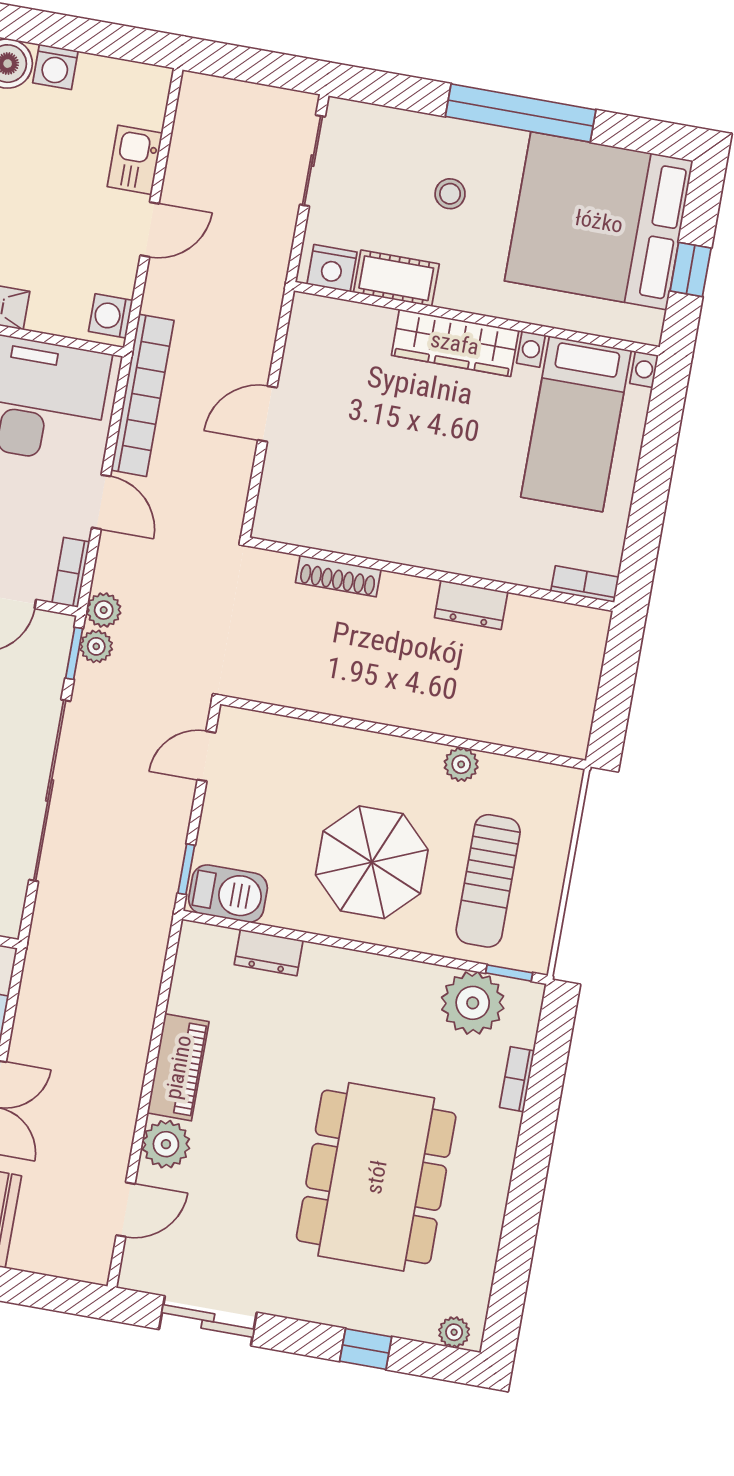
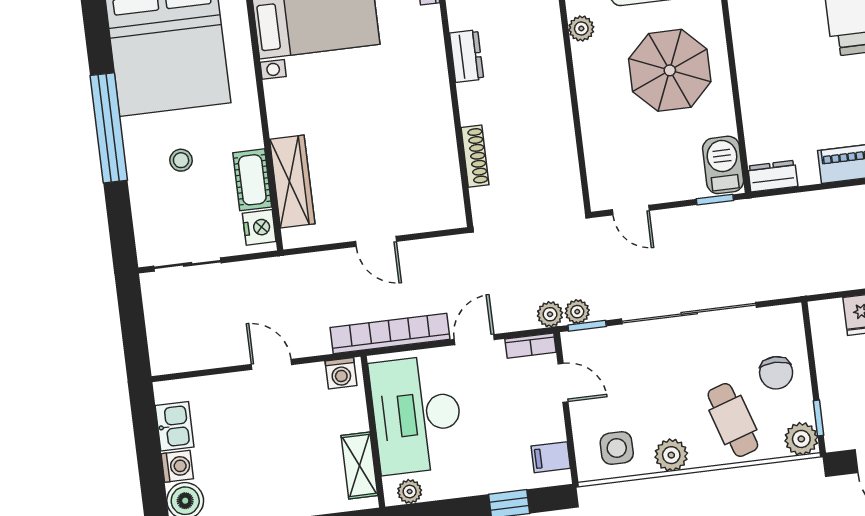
kitchen sink: (135, 160) -> (175, 426), moved, turned -90
wardrobe: (455, 343) -> (292, 181), moved
dresser: (269, 953) -> (773, 176), moved, turned -90

